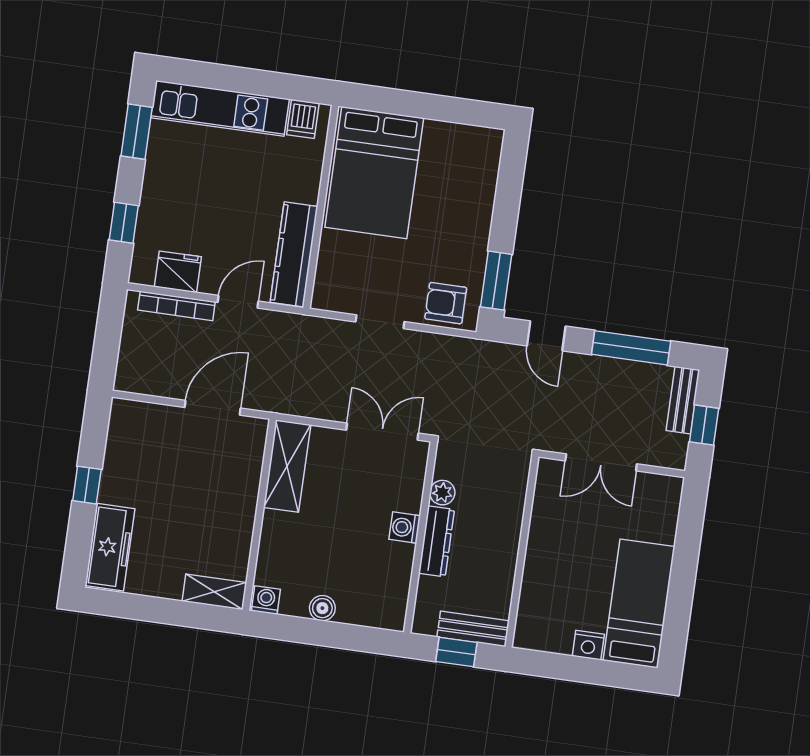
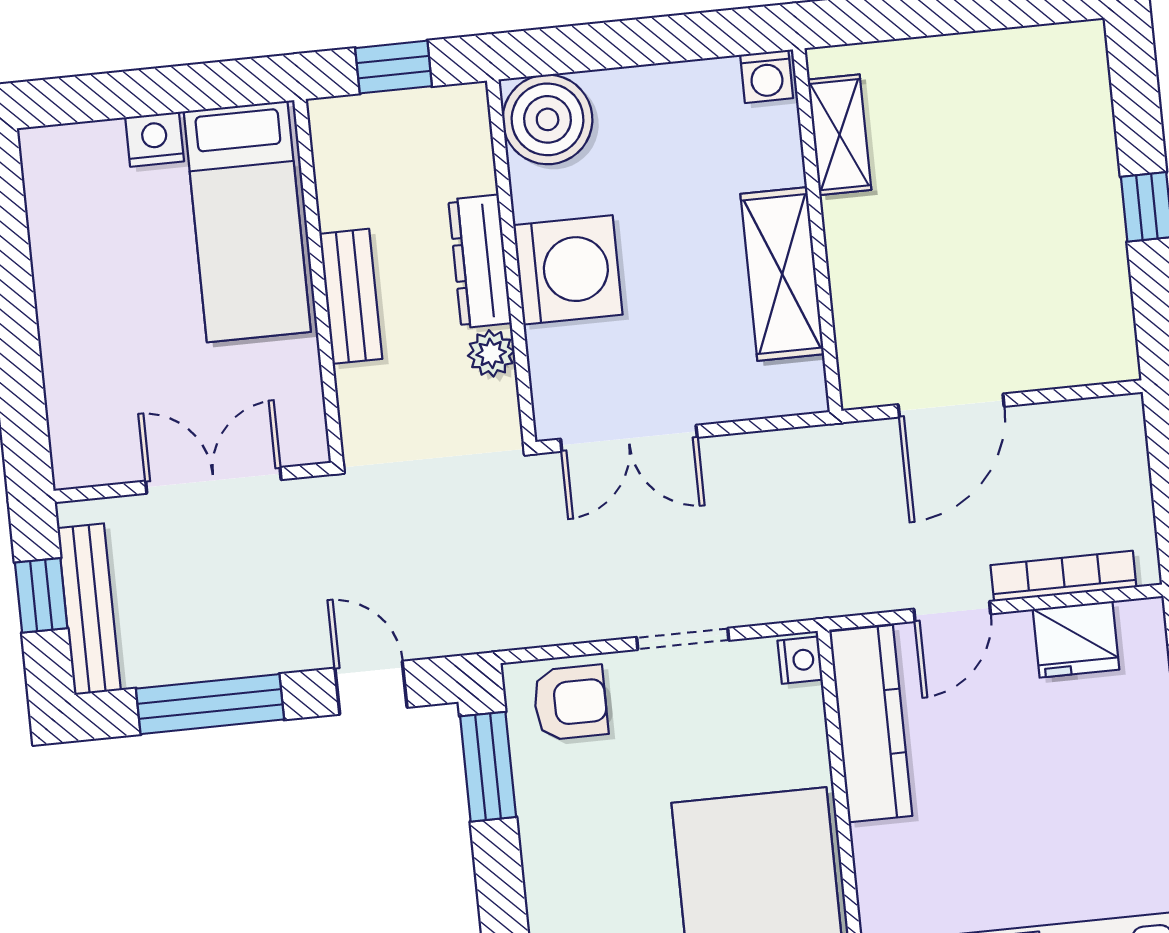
nightstand: (322, 296) -> (800, 660), added
bench: (683, 400) -> (89, 609), width x1.36
shelving: (287, 466) -> (782, 274), moved
washing machine: (405, 528) -> (568, 270), width x1.89, depth x1.89
freezer: (110, 547) -> (1077, 103), removed
shelving: (214, 592) -> (839, 135), moved, turned 90
bed: (639, 603) -> (247, 222), moved
boiler: (322, 608) -> (548, 119), moved, width x1.86, depth x1.86
bench: (473, 629) -> (351, 296), moved, turned 90

